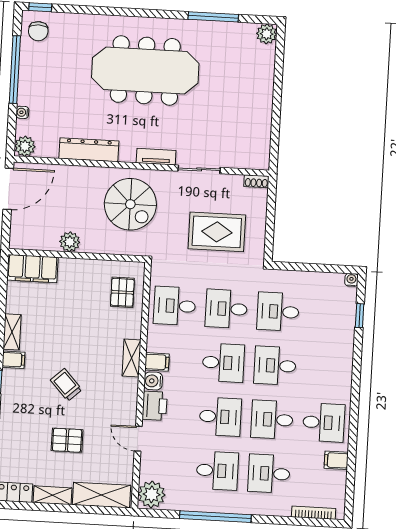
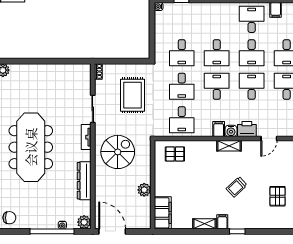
window: (15, 70) -> (52, 231), moved
shelving: (131, 358) -> (229, 146), moved
pallet: (67, 440) -> (278, 196), moved

